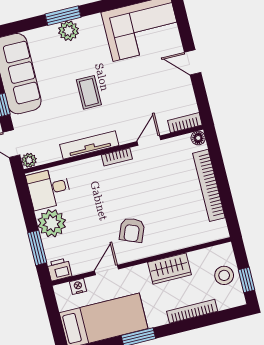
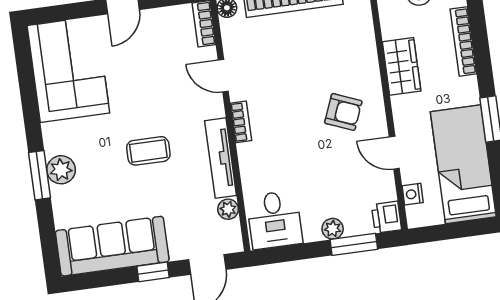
plant: (29, 160) -> (228, 209), moved
plant: (52, 223) -> (333, 229), width x0.53, depth x0.53

